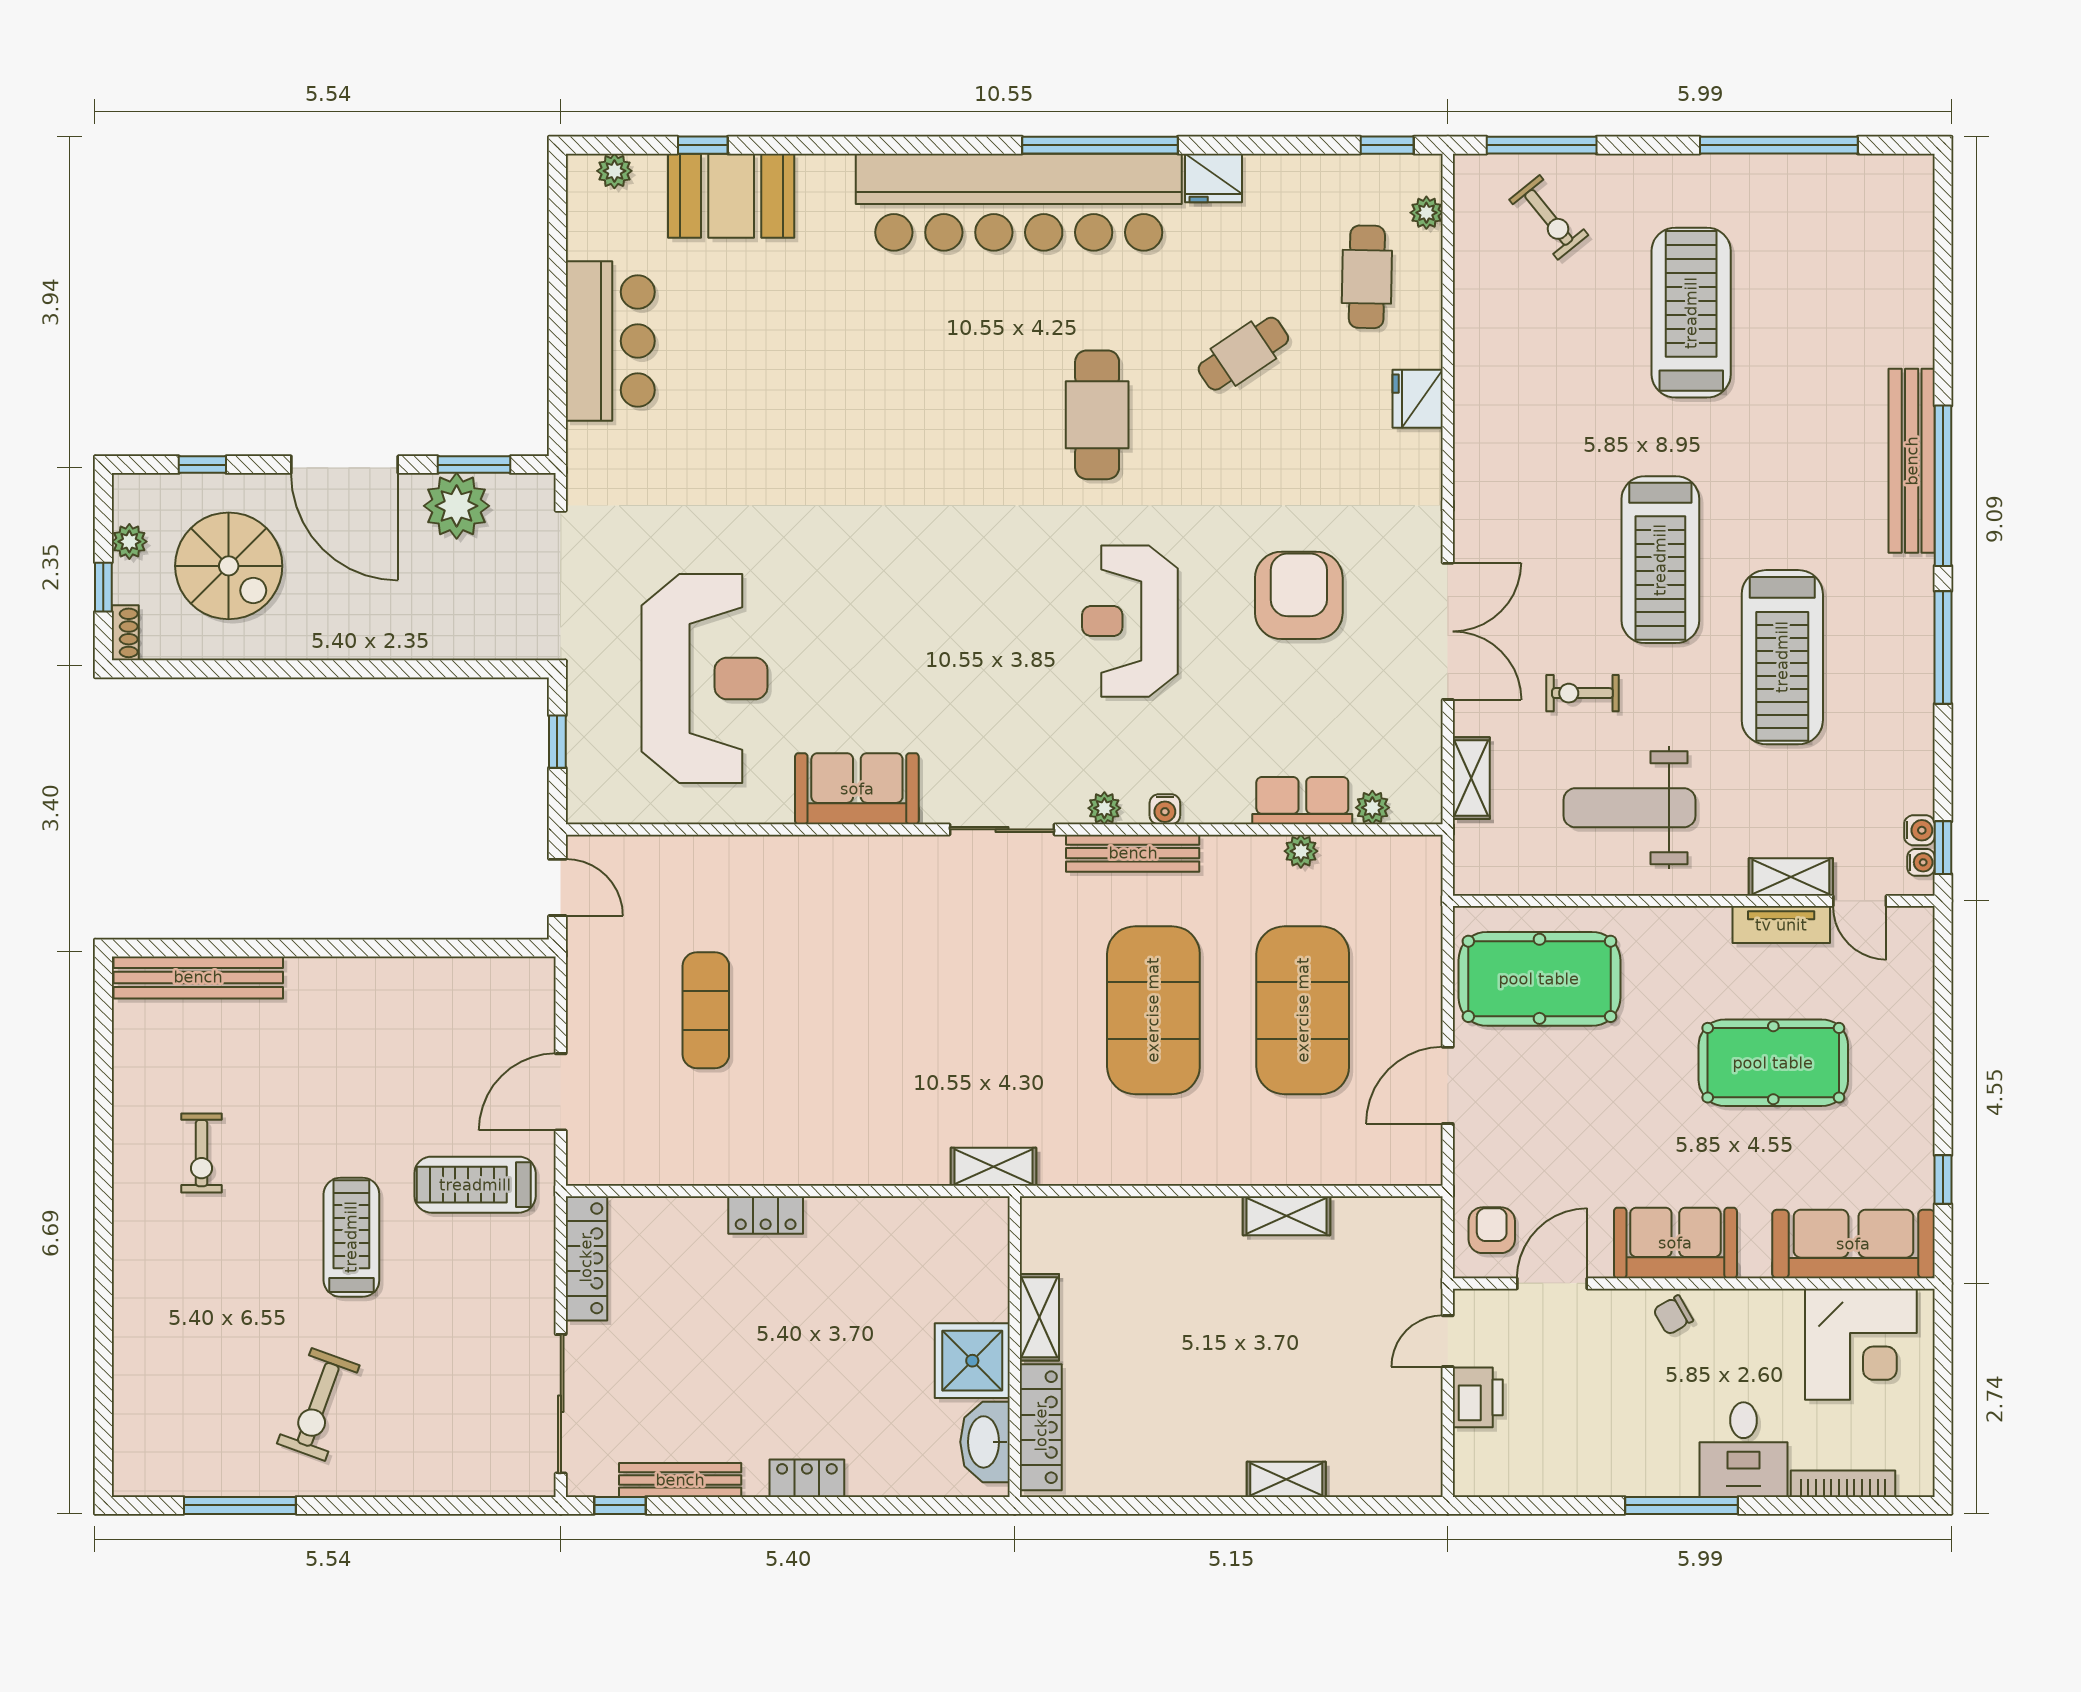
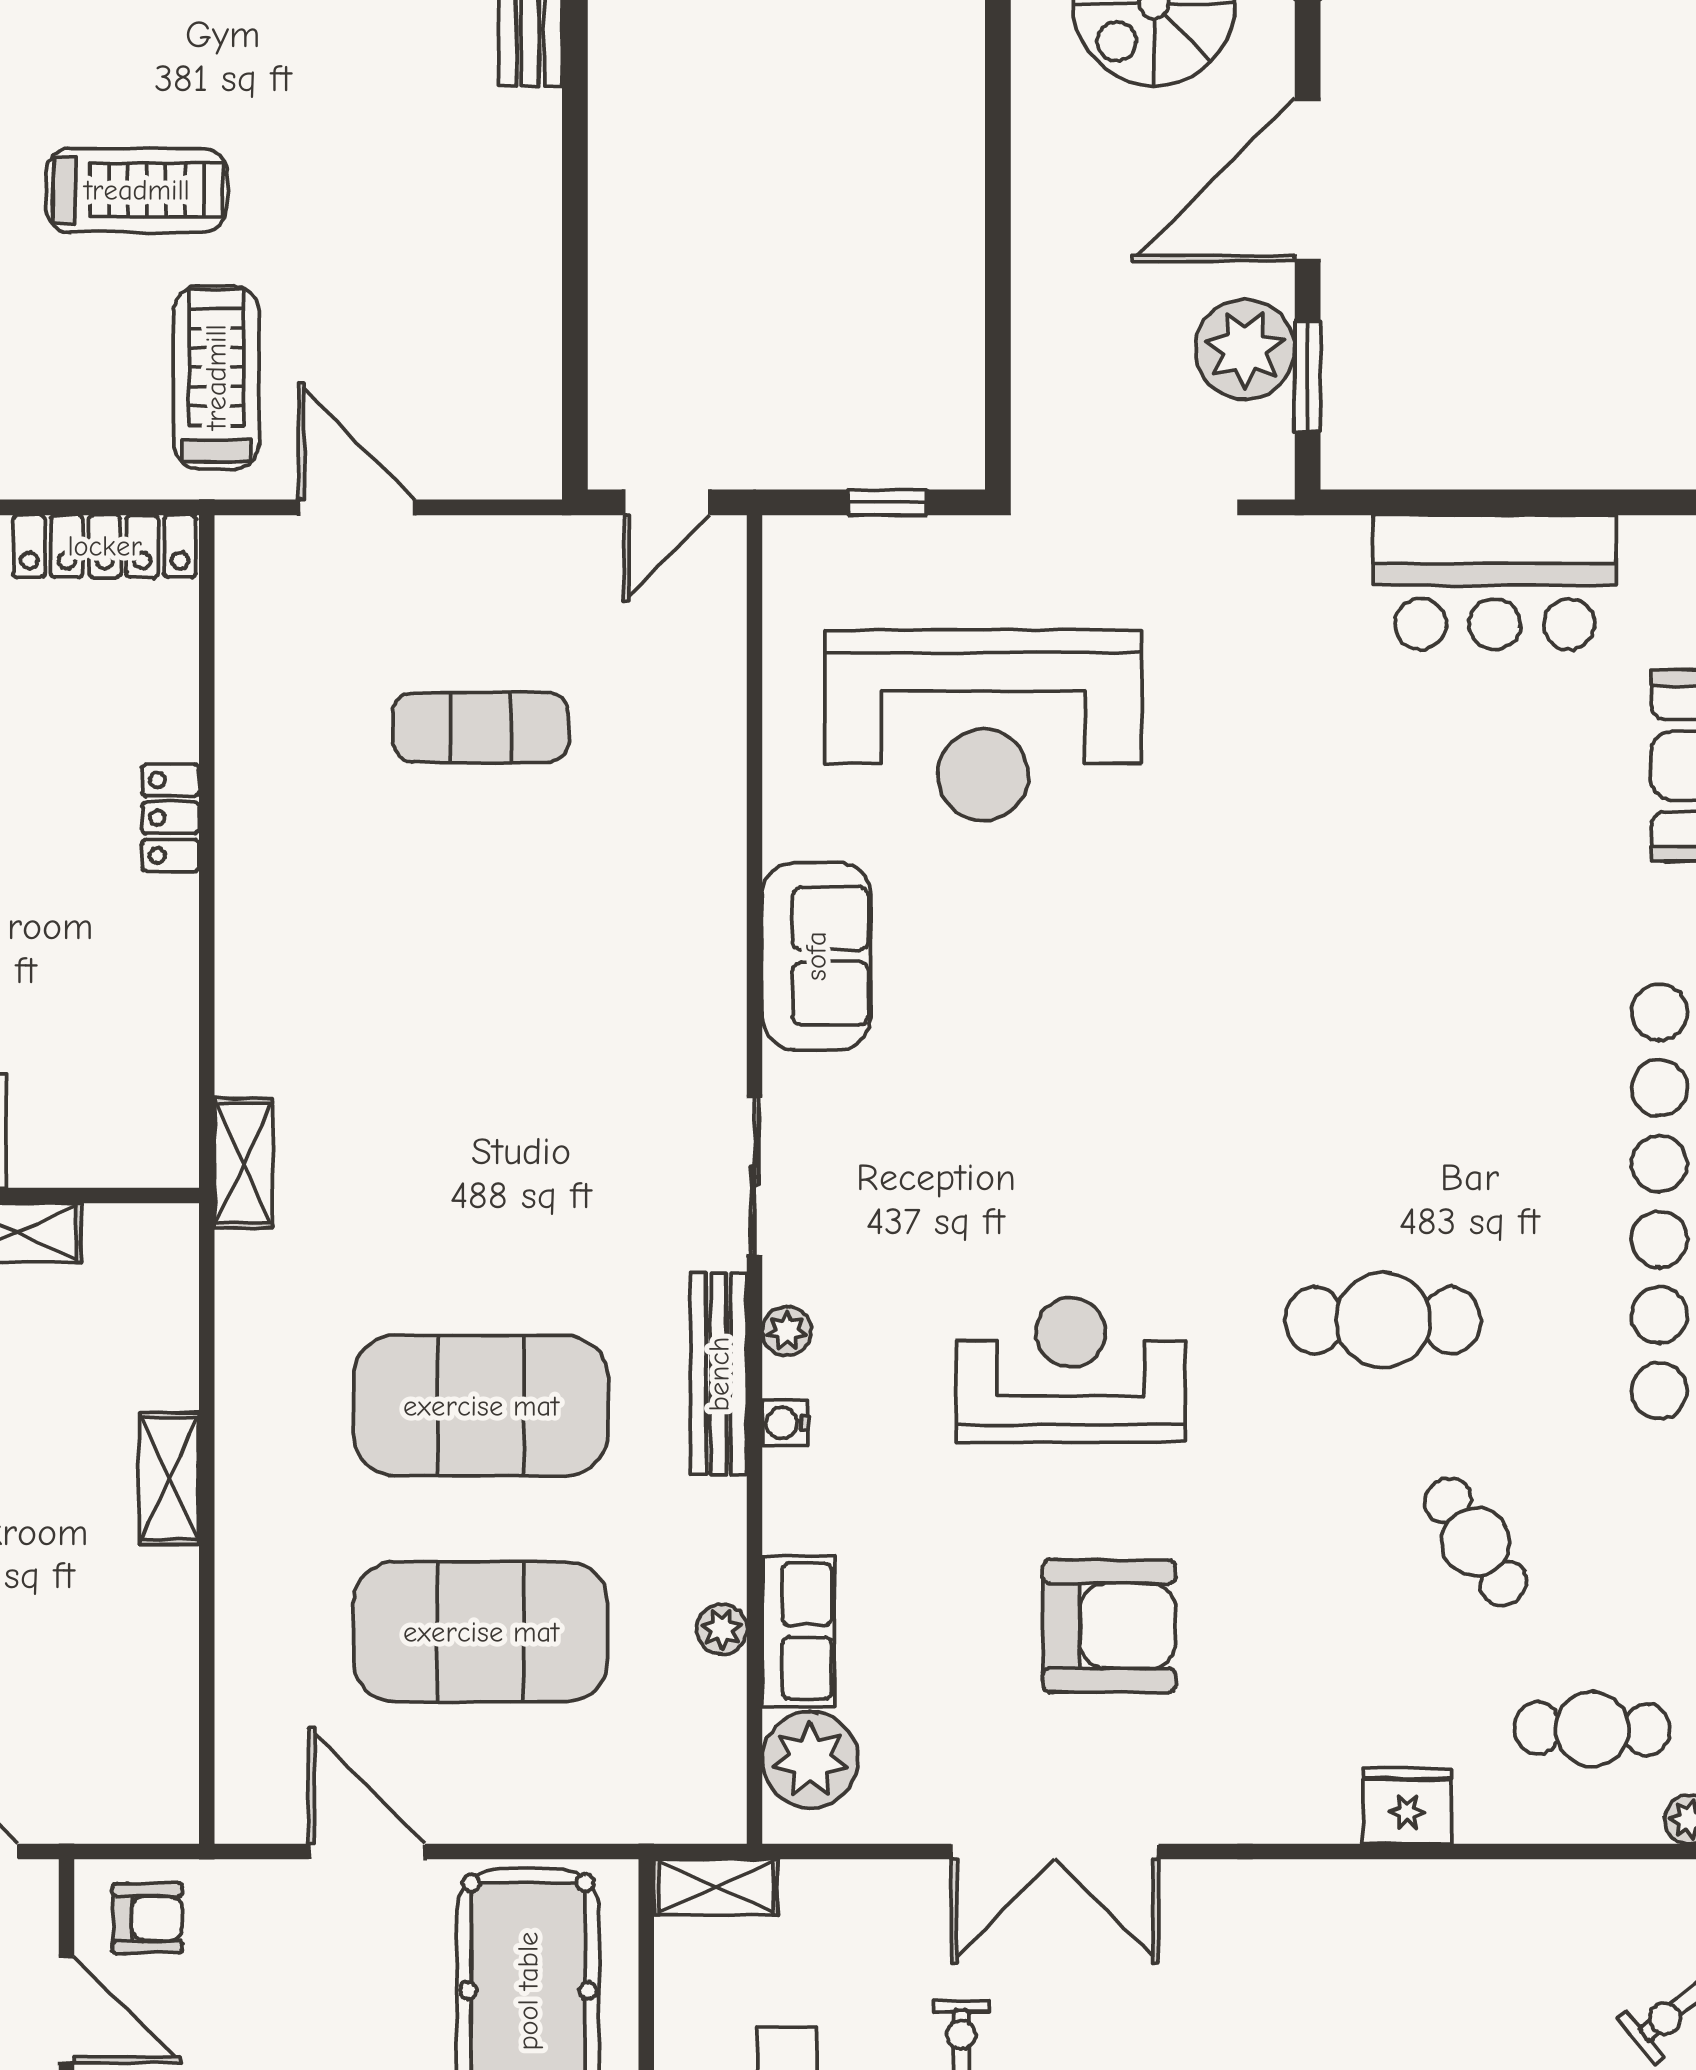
shelving: (1471, 778) -> (716, 1887), moved
plant: (1372, 808) -> (810, 1760), width x1.88, depth x1.88
shelving: (1286, 1216) -> (169, 1478), moved

